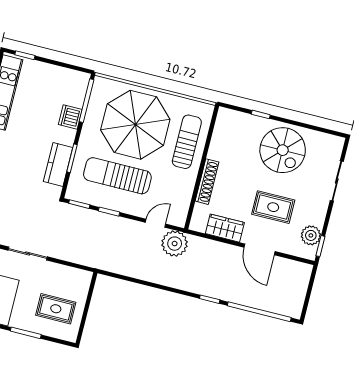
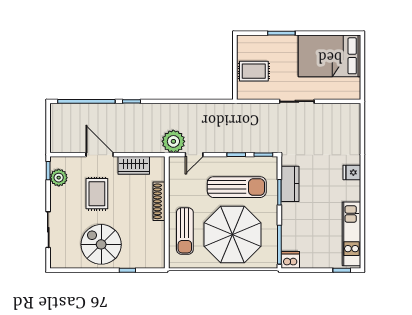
dishwasher: (70, 117) -> (290, 260), moved, turned -90
rug: (273, 207) -> (97, 194), turned 90
rug: (56, 309) -> (254, 71), moved

